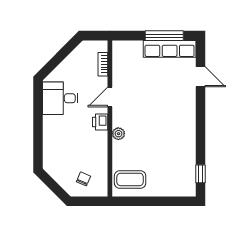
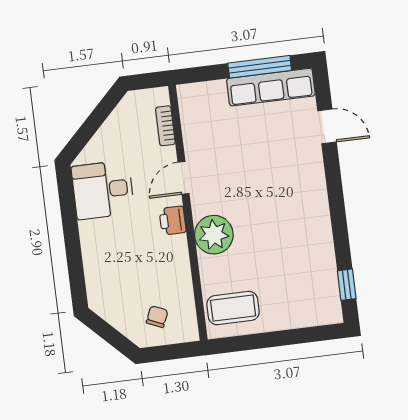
plant: (118, 134) -> (214, 235), width x1.88, depth x1.88

